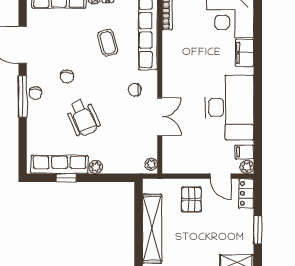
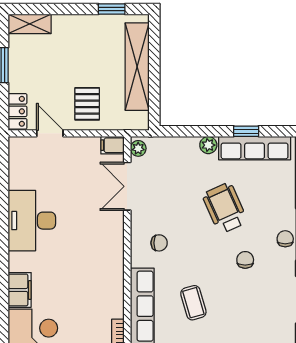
desk: (229, 107) -> (32, 221), width x0.73, depth x0.77
double door: (160, 117) -> (127, 186), moved
filing cabinet: (244, 152) -> (112, 145), moved, turned 180
plant: (247, 167) -> (17, 145), removed

